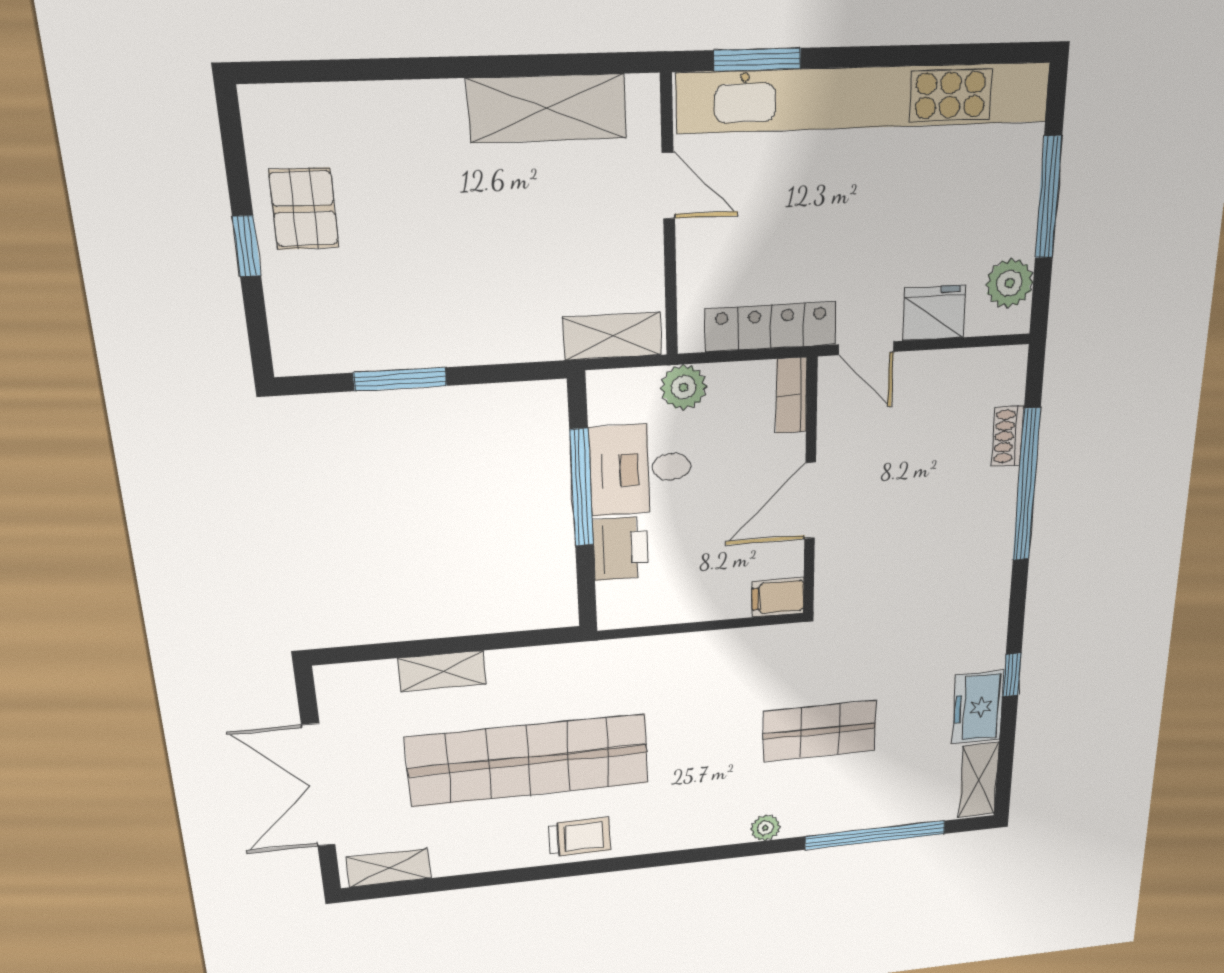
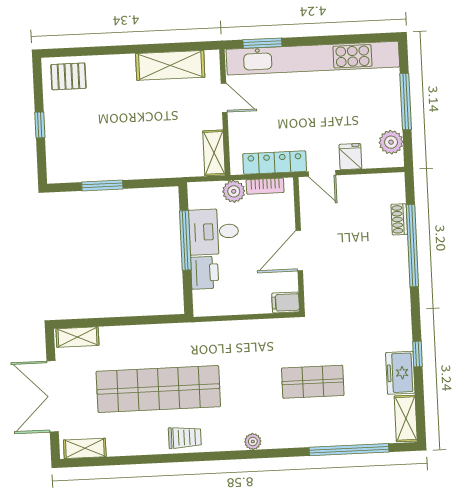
pallet: (304, 209) -> (68, 76), moved, turned 90
fridge: (934, 313) -> (350, 157), width x0.72
shelving: (612, 336) -> (214, 153), moved, turned 90
bookcase: (791, 396) -> (265, 186), moved, turned -90
shelving: (442, 671) -> (77, 337), moved
plant: (765, 828) -> (253, 442), moved

